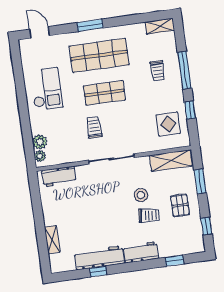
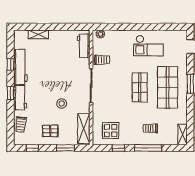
trolley: (94, 127) -> (102, 60), moved
plant: (40, 142) -> (111, 35), removed
trolley: (149, 215) -> (21, 124), moved
window: (174, 261) -> (11, 93), moved

